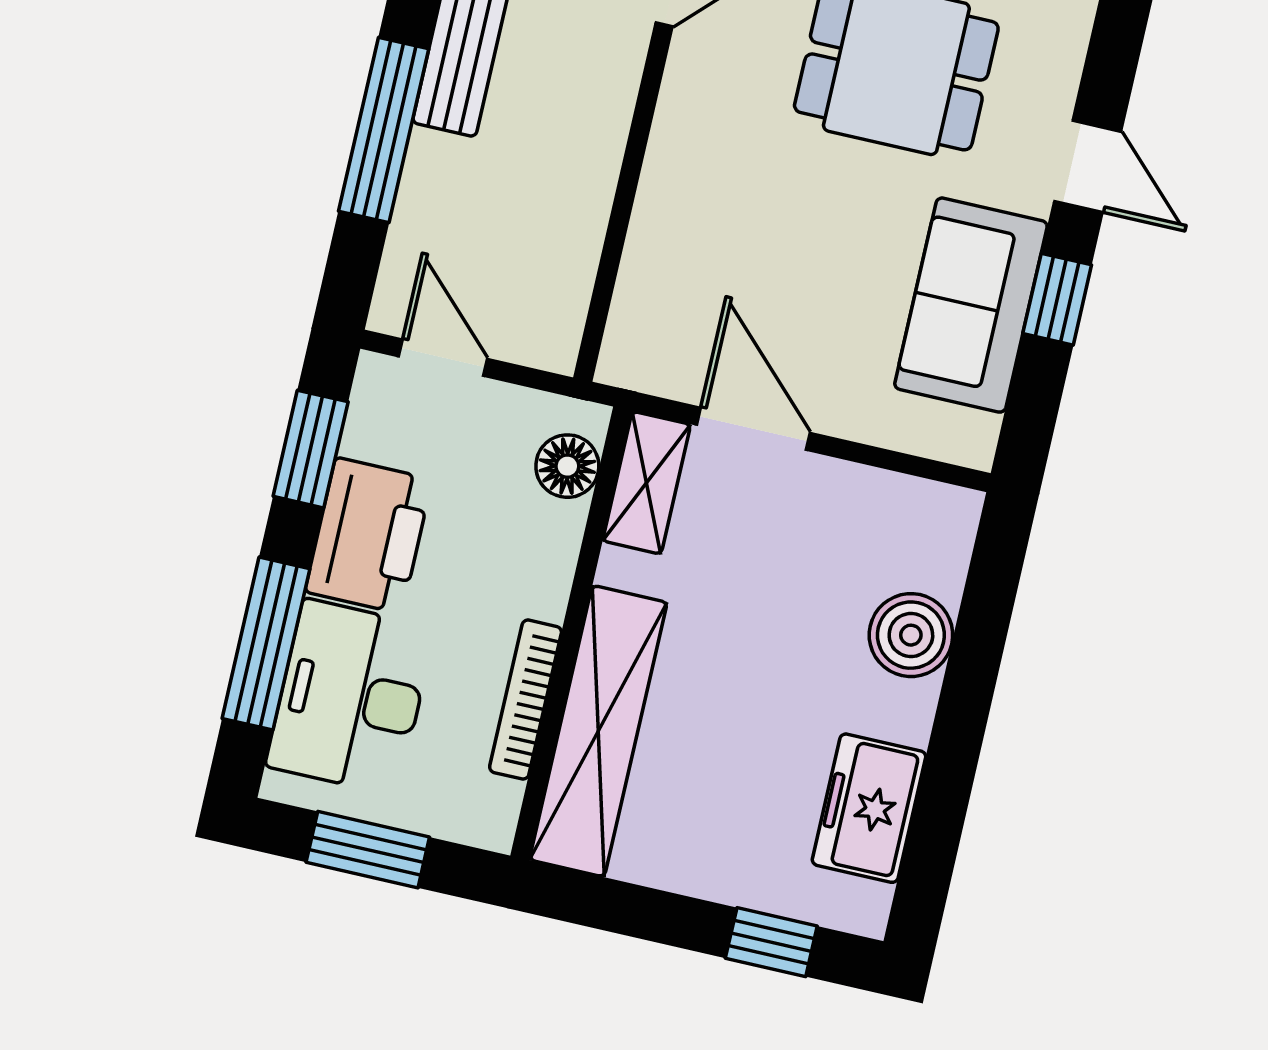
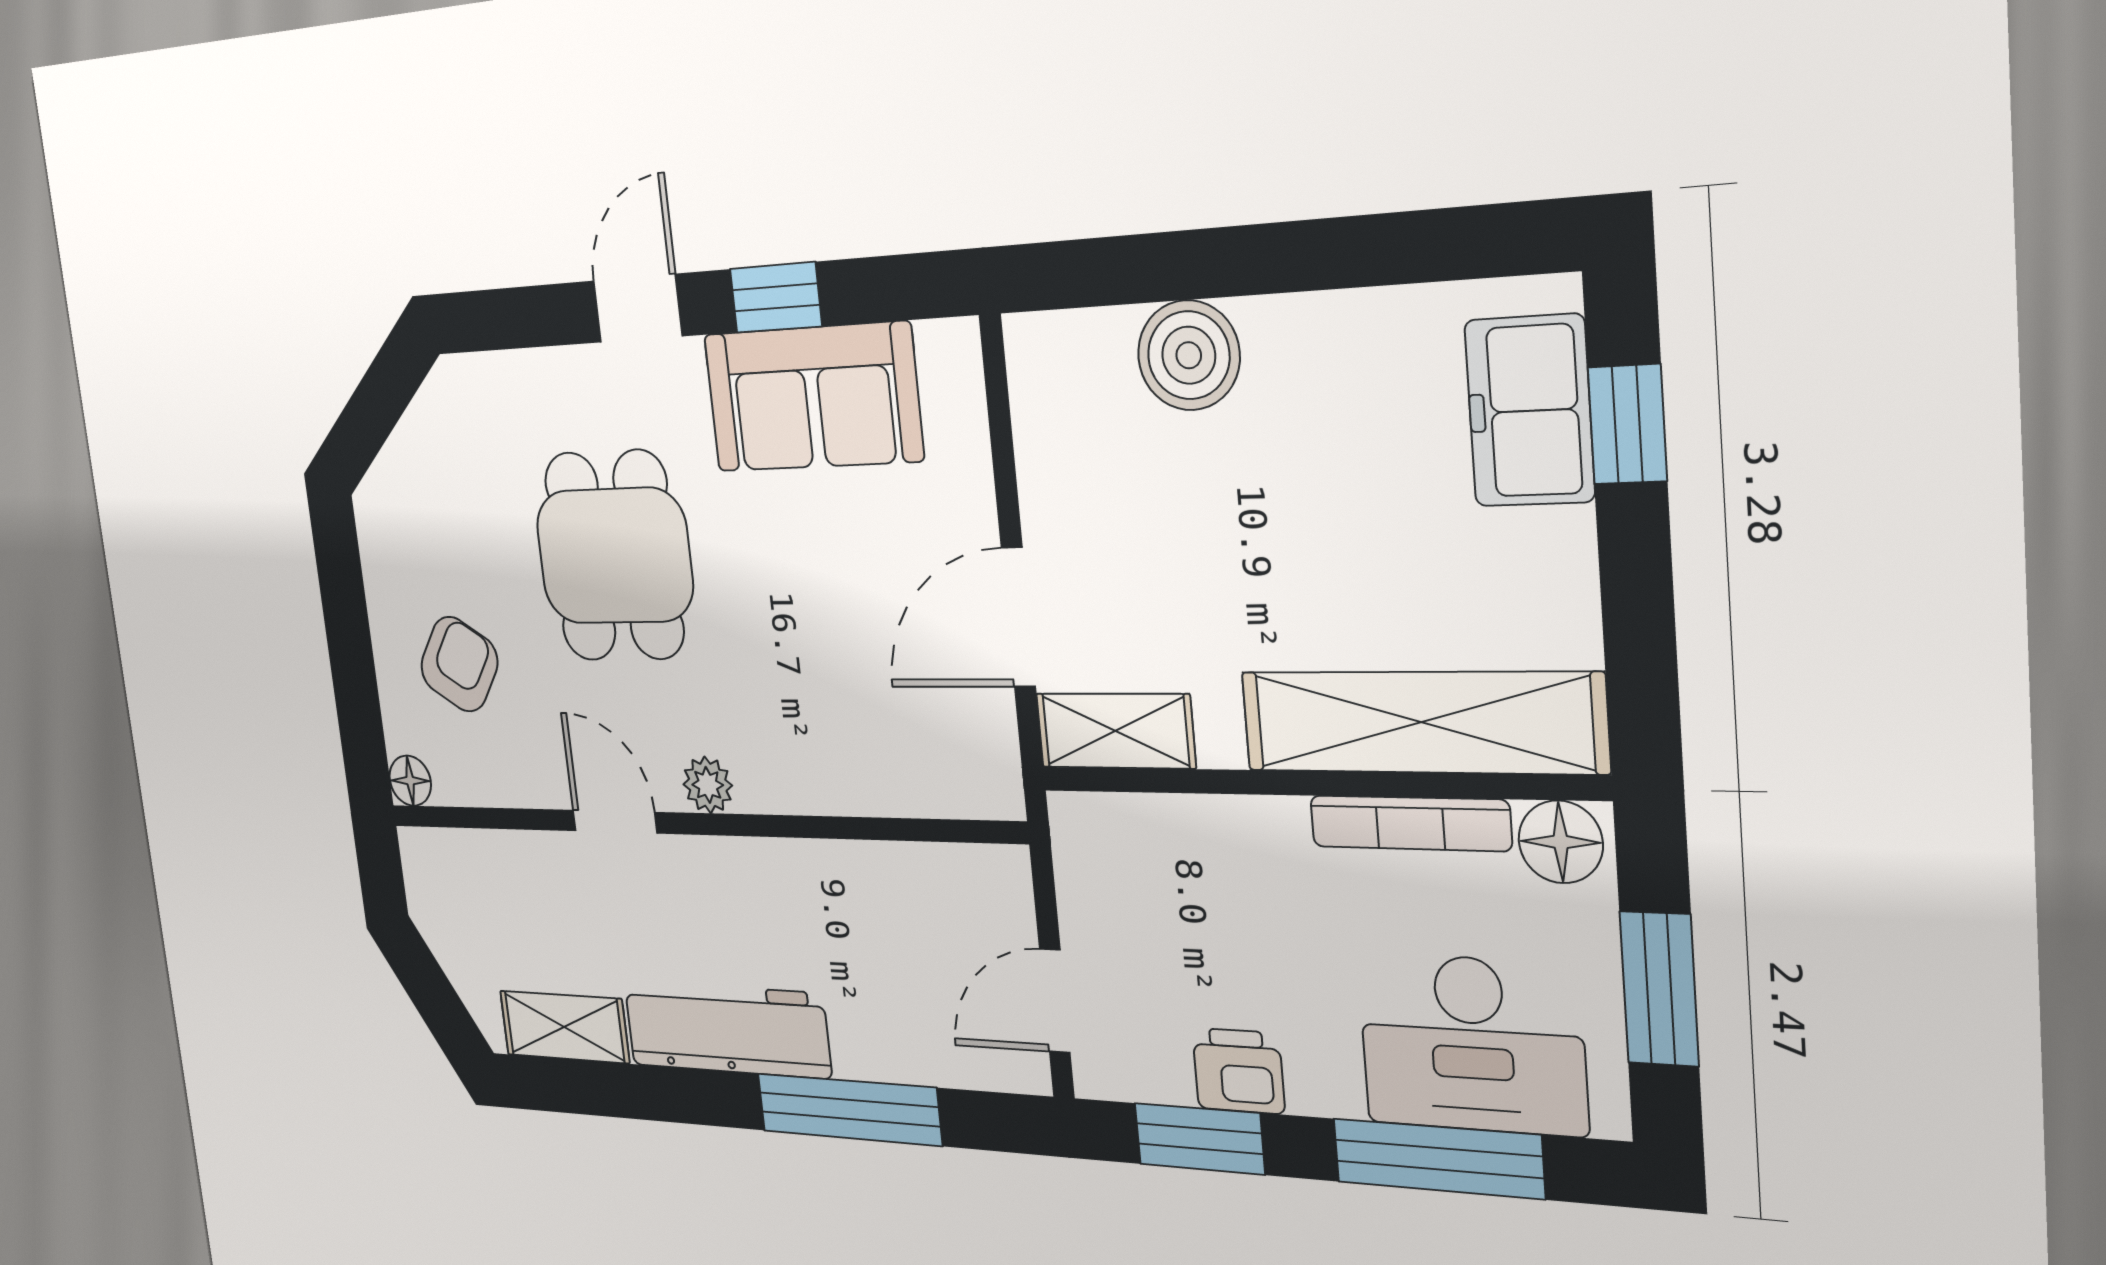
plant: (685, 89) -> (708, 785), added
floor lamp: (567, 466) -> (1561, 842), moved
printer: (369, 535) -> (1238, 1071), width x0.53, depth x0.68
freezer: (869, 808) -> (1529, 411), moved, turned 90

